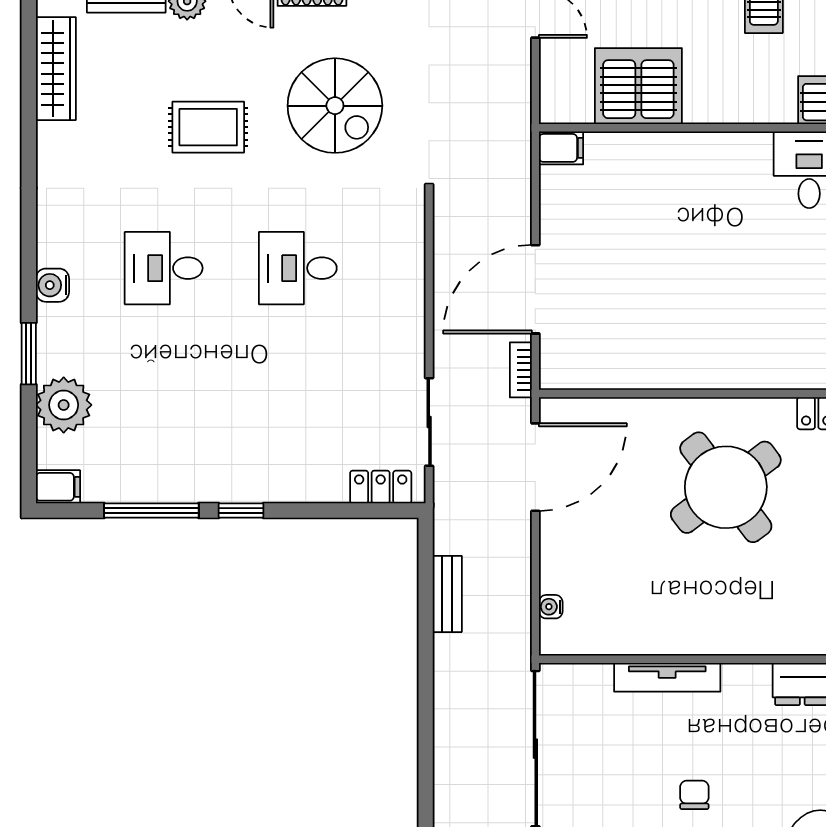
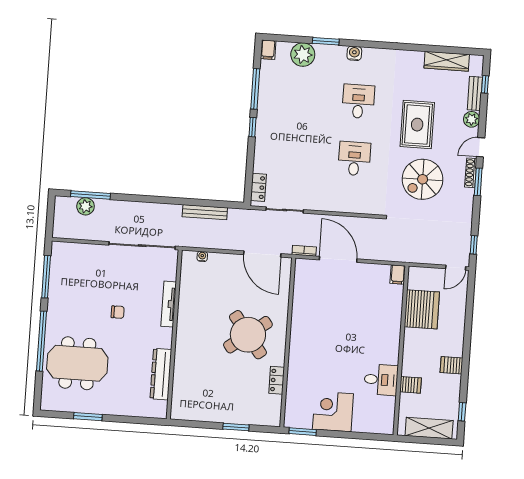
rug: (208, 127) -> (417, 125), width x1.36, depth x1.43
bench: (447, 594) -> (205, 212), width x1.36

